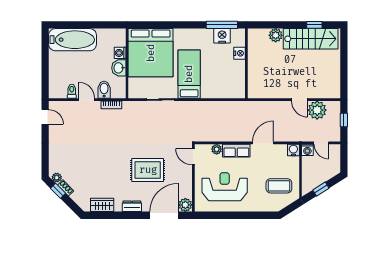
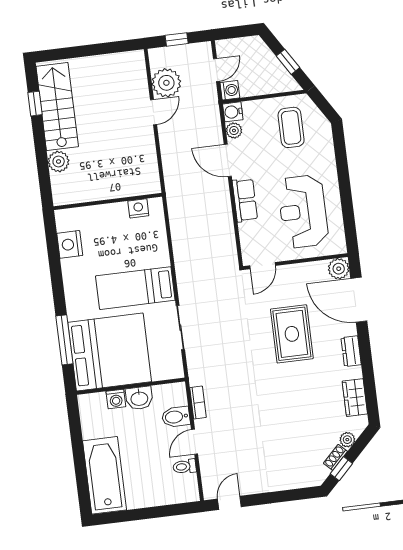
window: (222, 25) -> (64, 340), moved
nightstand: (240, 53) -> (138, 208), moved
plant: (217, 149) -> (234, 131), moved
plant: (57, 178) -> (347, 440), moved

